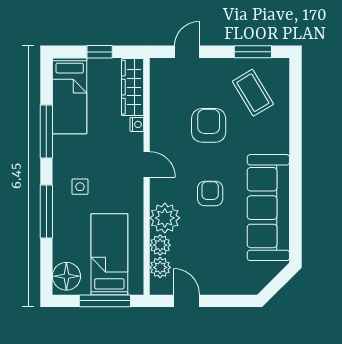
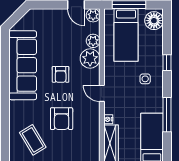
window: (46, 211) -> (167, 63), width x0.46
plant: (160, 267) -> (93, 15), moved

